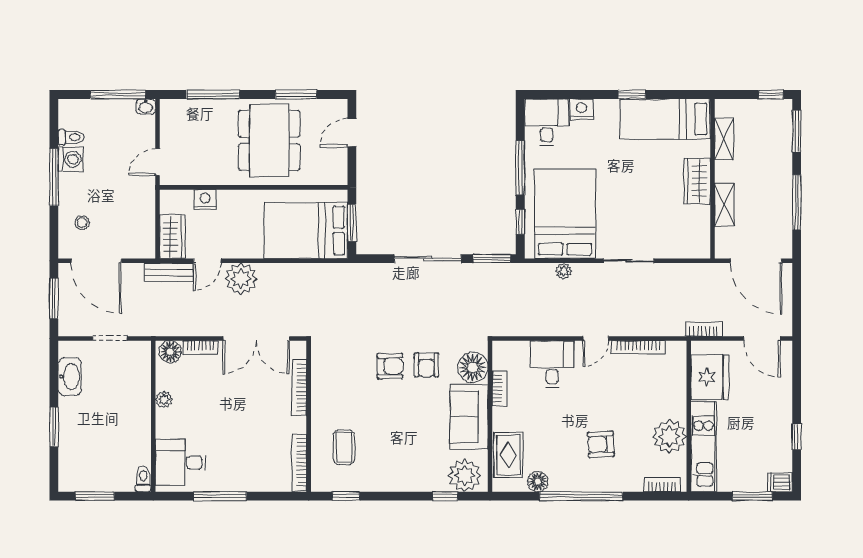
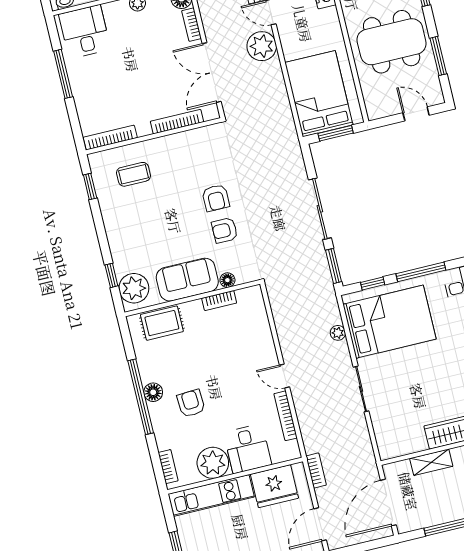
desk: (552, 364) -> (248, 449), moved, turned 90
floor lamp: (473, 367) -> (227, 280), width x0.53, depth x0.53
floor lamp: (538, 482) -> (153, 392), moved

